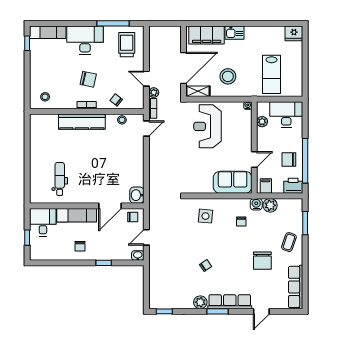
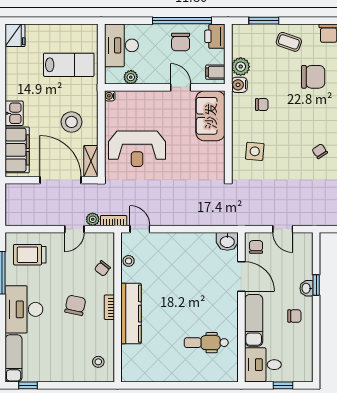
washbasin: (138, 255) -> (306, 288), moved

